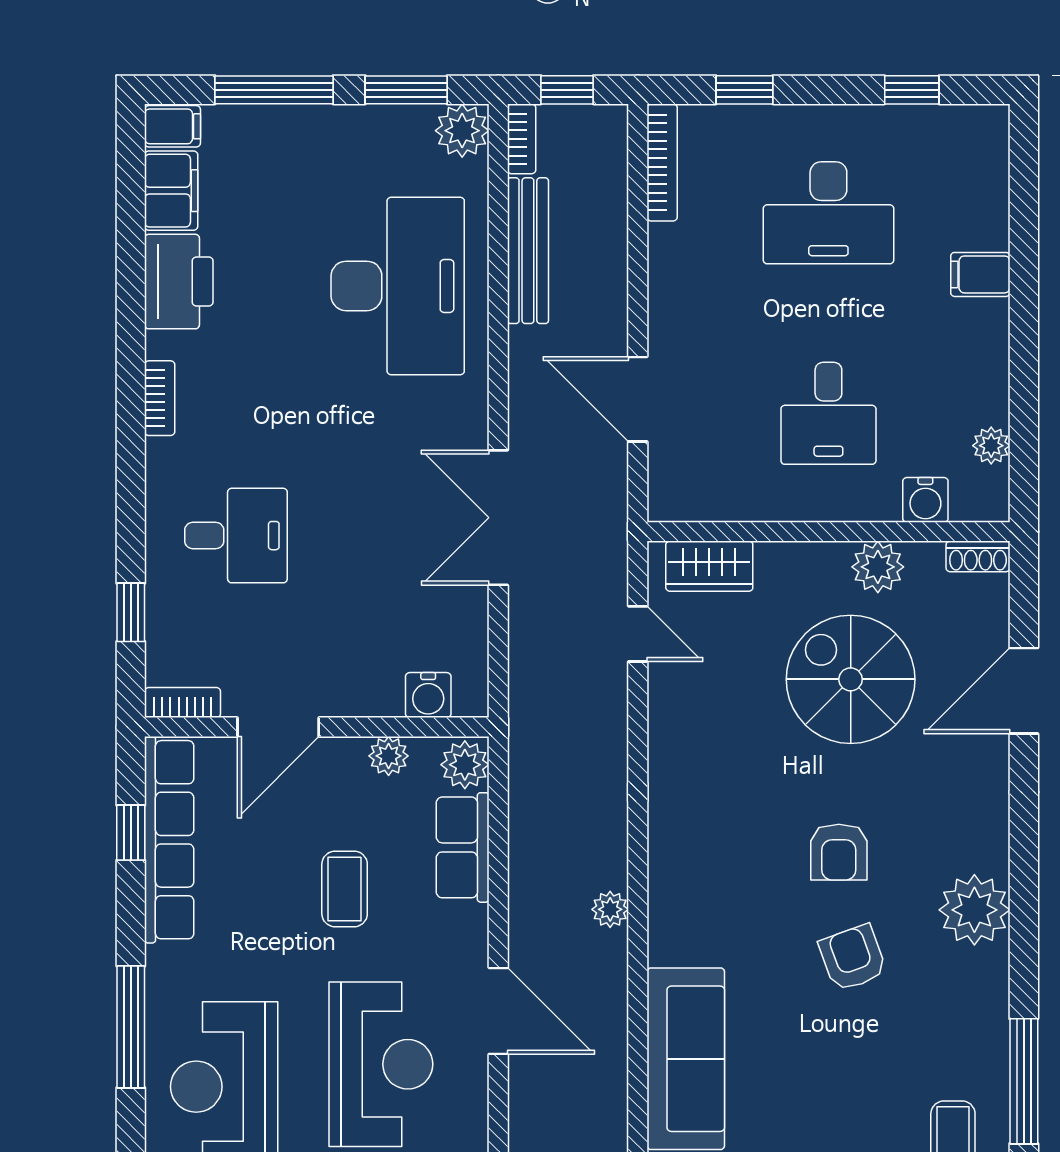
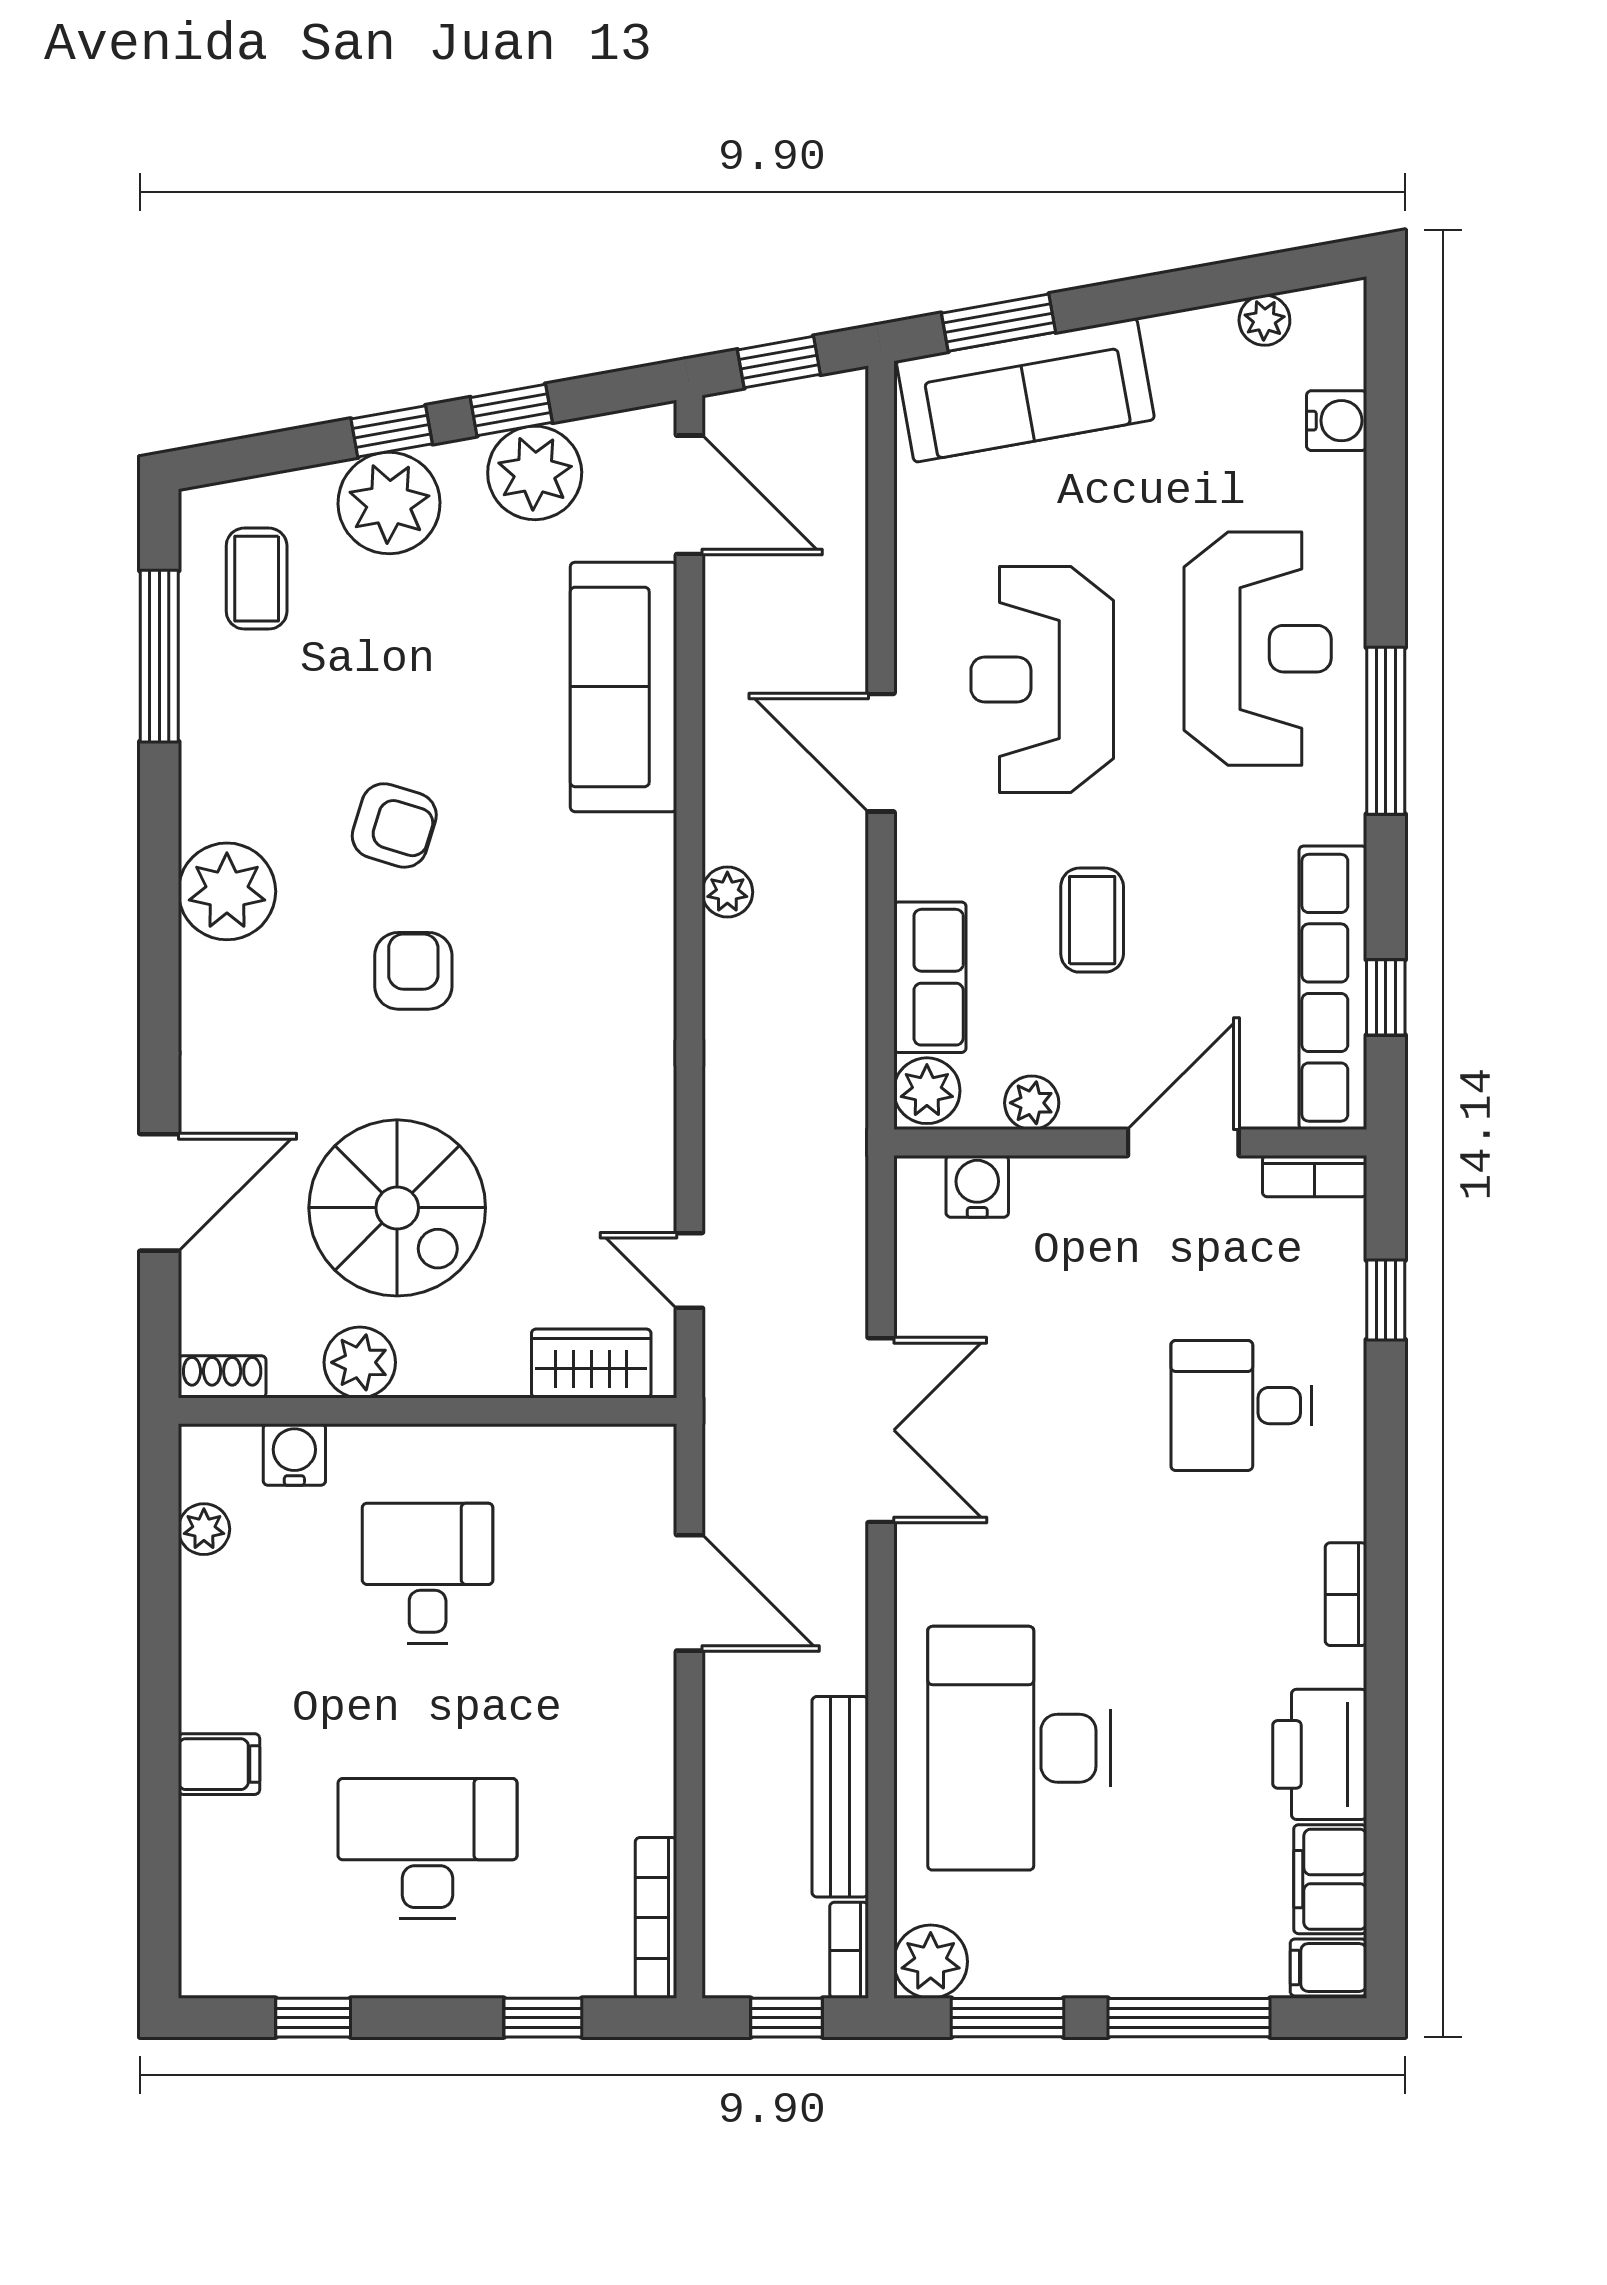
armchair: (853, 958) -> (394, 825), turned -53

